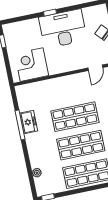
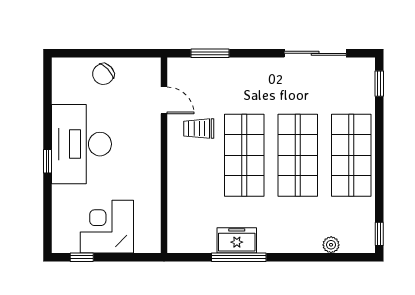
corner desk: (32, 65) -> (107, 227), moved, turned 90
trolley: (84, 89) -> (199, 129), added

